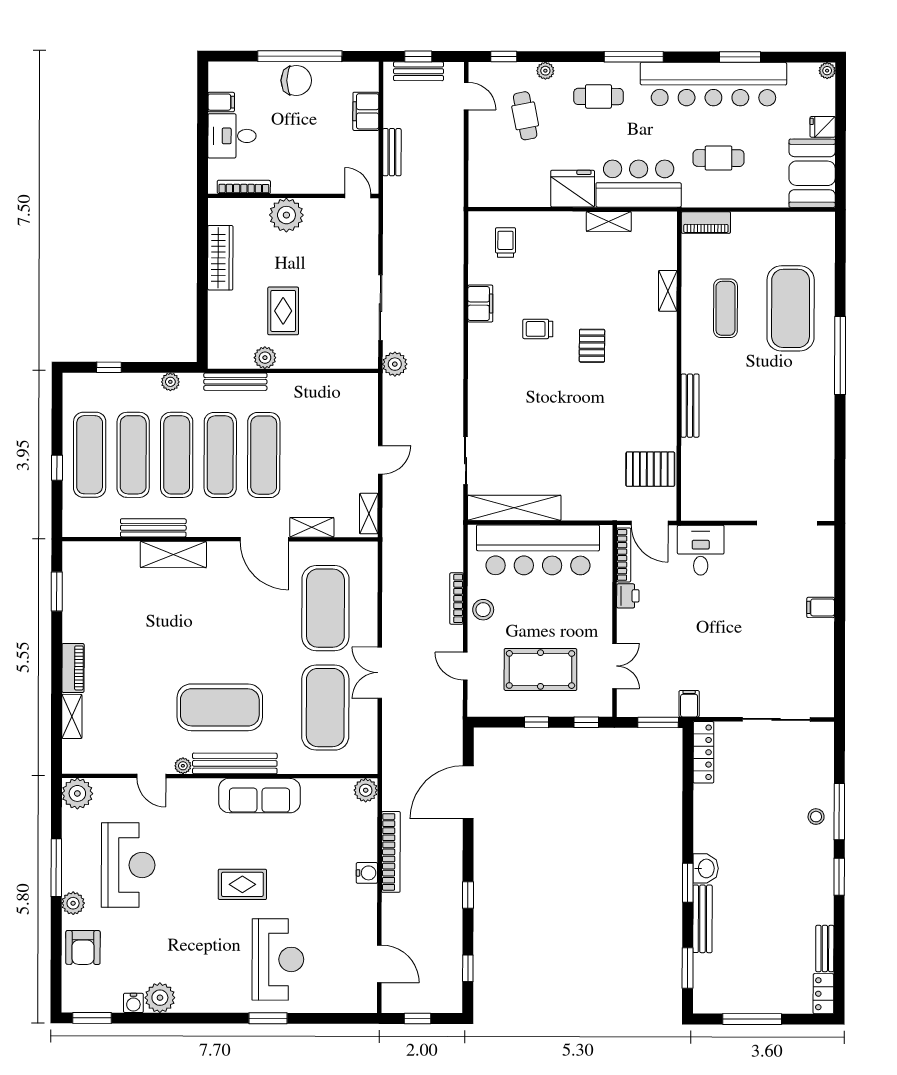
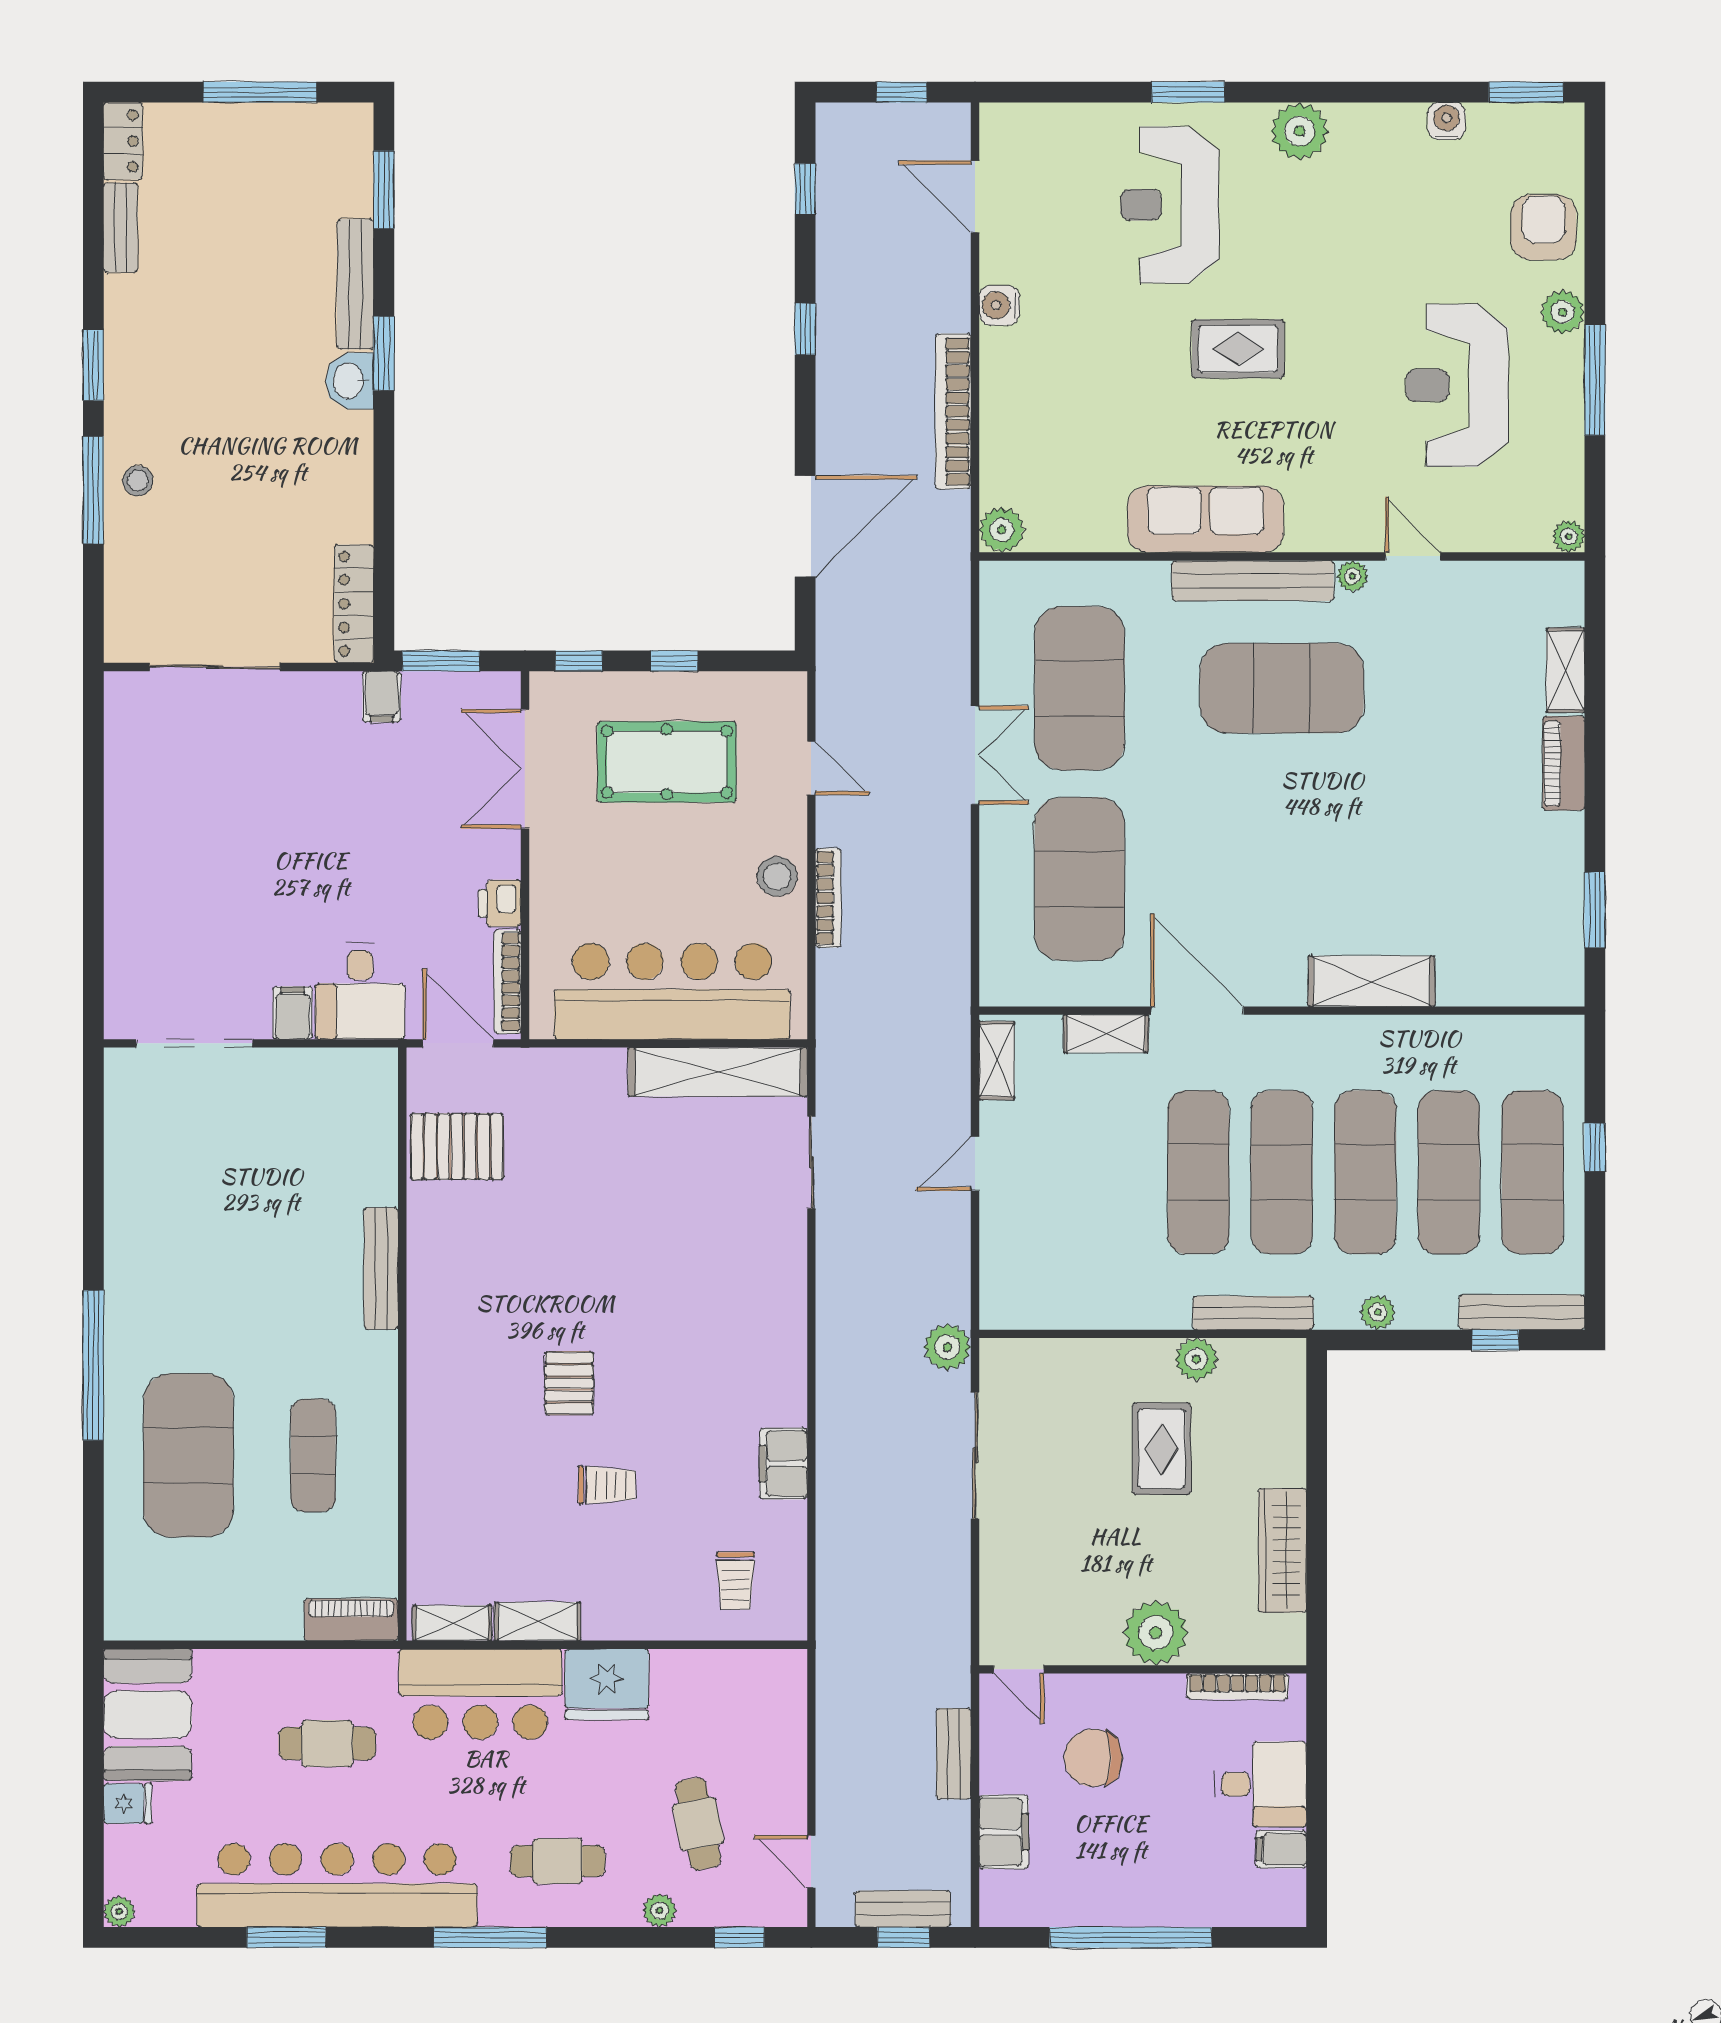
chair: (296, 80) -> (1093, 1758), moved
shelving: (668, 291) -> (452, 1623), moved, turned 90
trolley: (538, 329) -> (607, 1485), moved
bench: (153, 528) -> (1522, 1312), moved
filing cabinet: (821, 607) -> (293, 1013), moved, turned -90
double door: (614, 666) -> (525, 769), width x1.37
plant: (77, 793) -> (1569, 536), width x0.53, depth x0.53
water cooler: (367, 873) -> (999, 305), moved
plant: (160, 998) -> (1300, 131), moved

